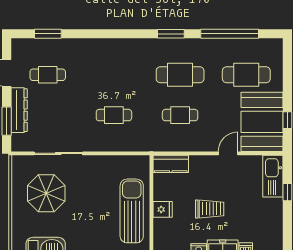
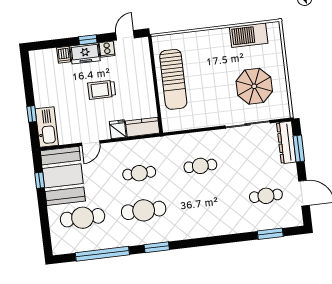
dresser: (19, 110) -> (286, 142), moved
fridge: (163, 209) -> (118, 129), moved, turned 90

